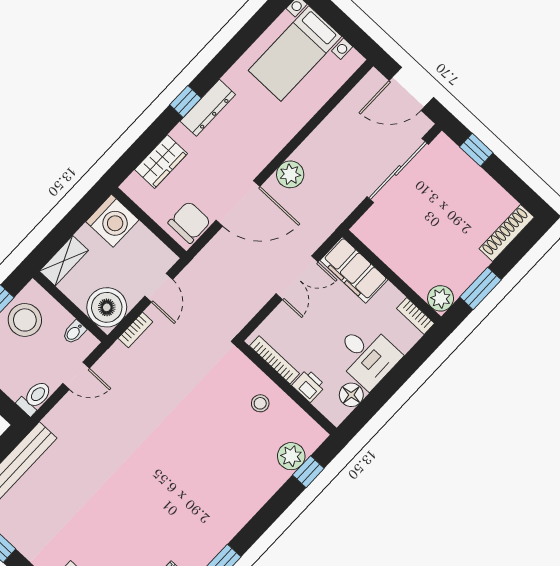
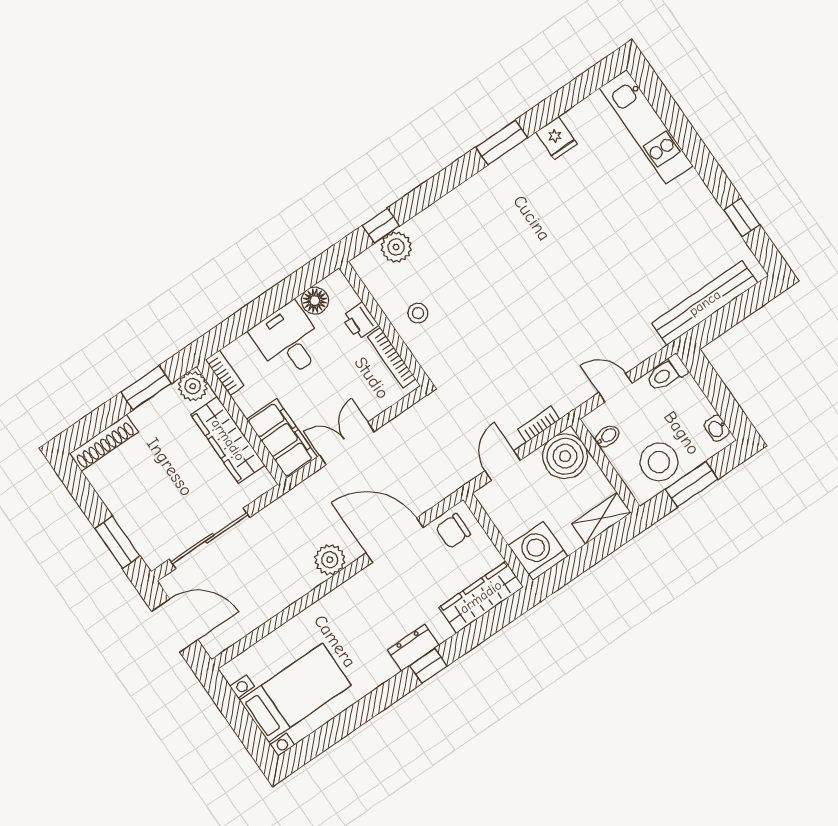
dresser: (208, 108) -> (413, 648), width x0.70
window: (476, 150) -> (117, 542), width x1.50
wardrobe: (161, 162) -> (481, 597), width x1.50
chair: (189, 222) -> (453, 531), width x0.73, depth x0.73
wardrobe: (400, 259) -> (228, 440), added

